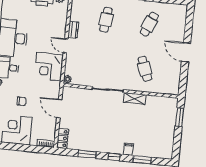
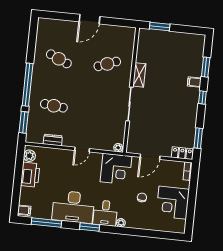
dresser: (73, 30) -> (53, 140), moved
corner desk: (49, 67) -> (116, 169), moved
window: (87, 154) -> (198, 138), moved

